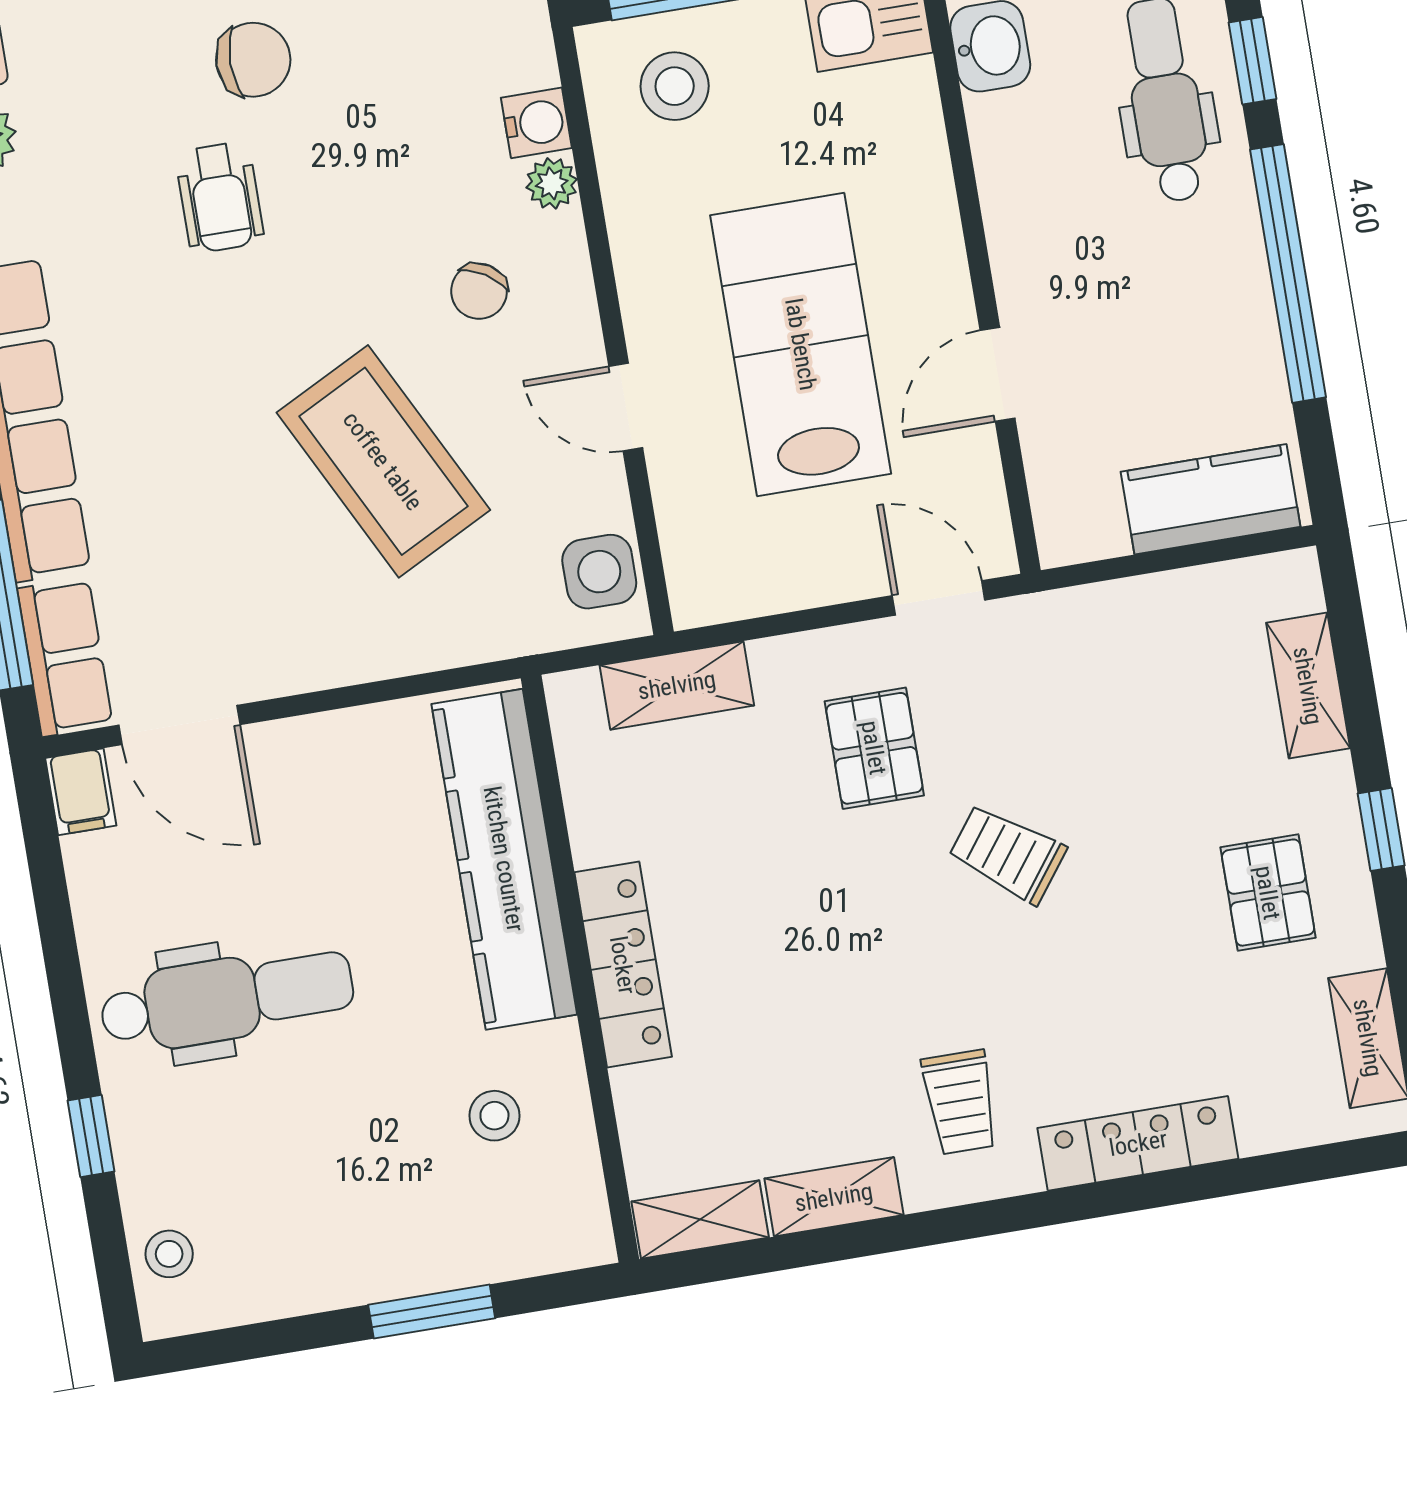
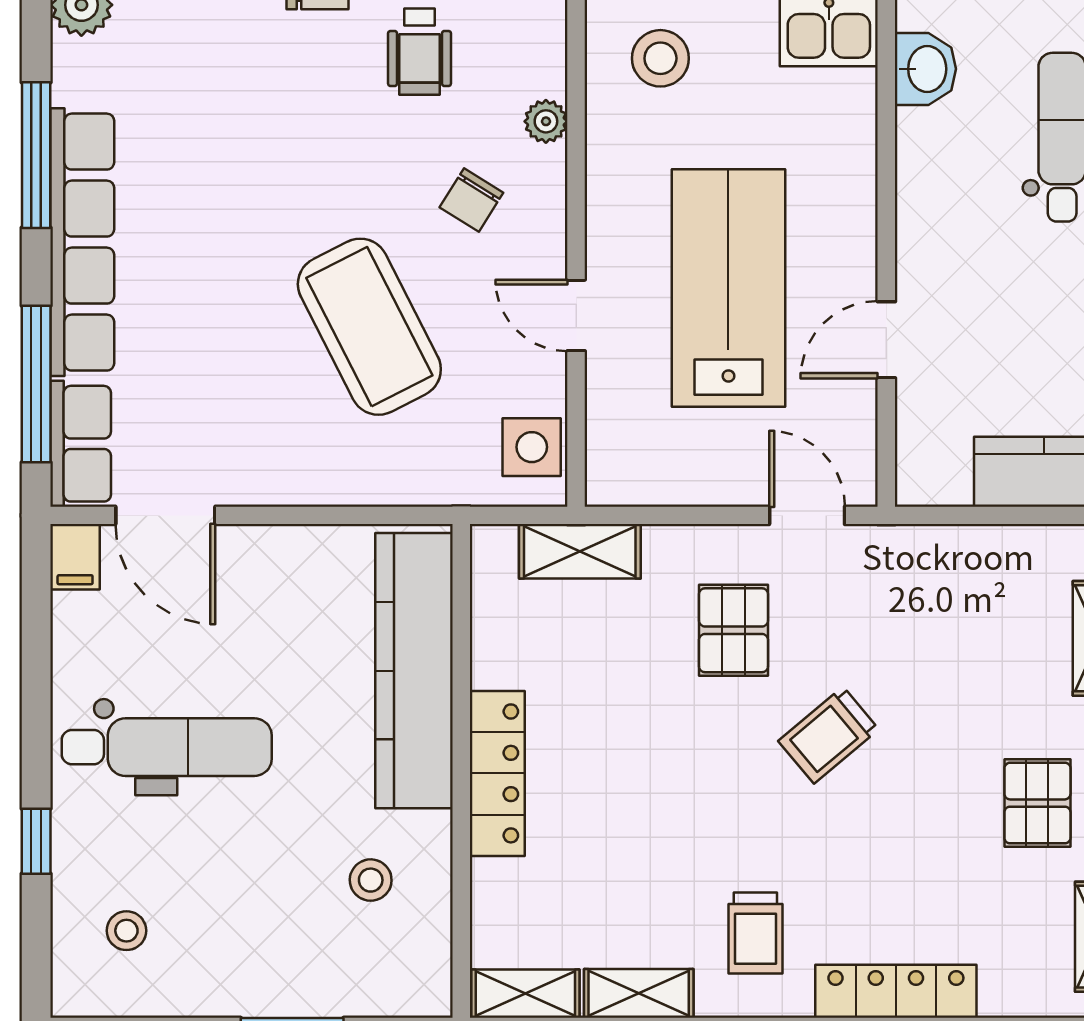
water cooler: (536, 123) -> (542, 70), removed
wheelchair: (220, 197) -> (420, 52), moved
trolley: (1007, 854) -> (828, 735), turned -77
stool: (169, 1254) -> (126, 931), moved

